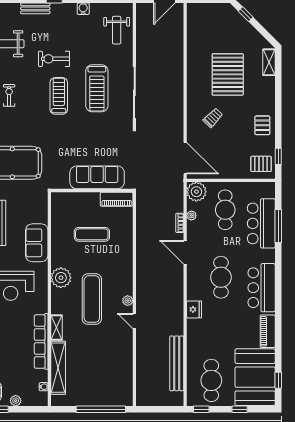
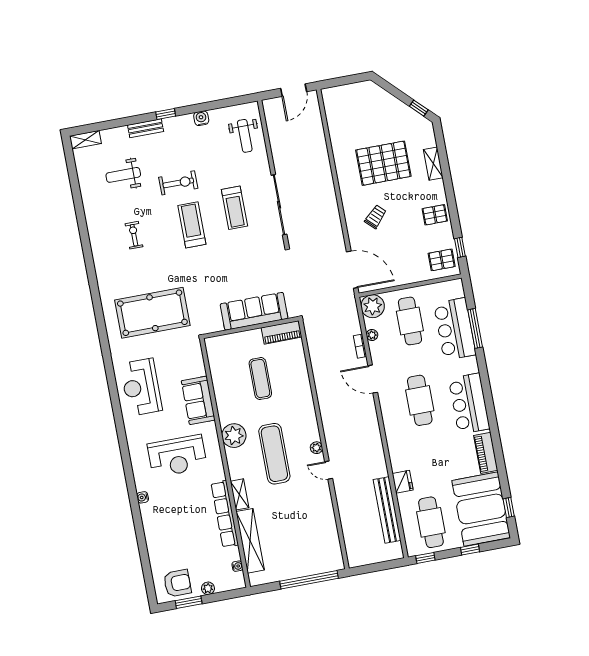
window: (246, 14) -> (419, 108), moved
exercise bike: (54, 59) -> (178, 183), turned 180
shelving: (269, 62) -> (433, 164), moved
pallet: (228, 74) -> (383, 163), turned 90
treadmill: (97, 88) -> (234, 208), width x0.73, depth x0.73
pallet: (262, 125) -> (435, 215), turned 90
exercise mat: (92, 234) -> (260, 379), turned 90
fridge: (194, 309) -> (403, 482), moved

